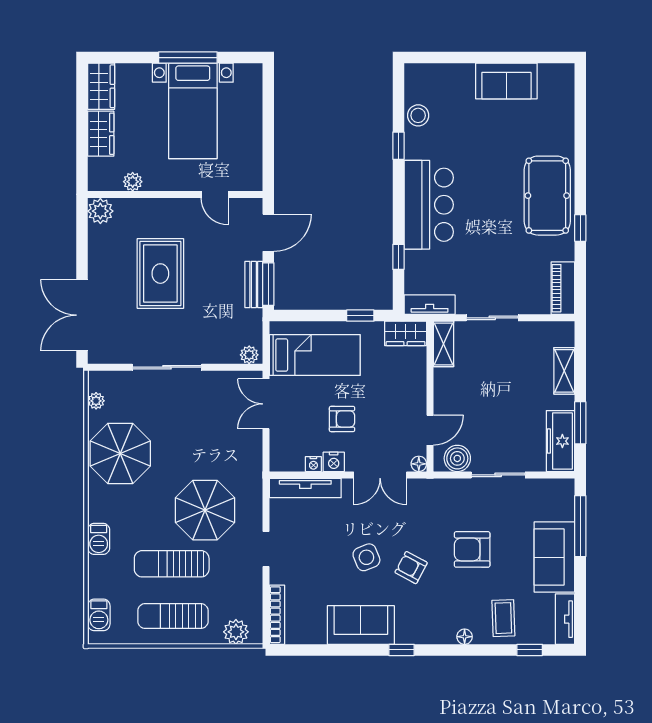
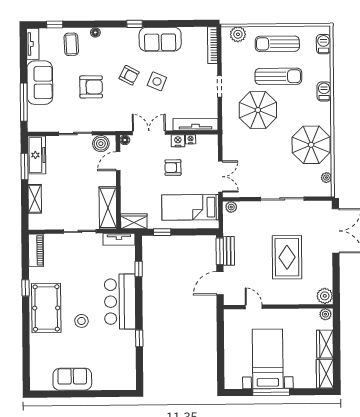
stool: (418, 115) -> (81, 321), moved
plant: (133, 182) -> (325, 314), moved
shelving: (443, 344) -> (108, 208), width x1.50, depth x1.33
side table: (366, 557) -> (157, 81), turned 45
sun lounger: (173, 616) -> (277, 44), turned 180

